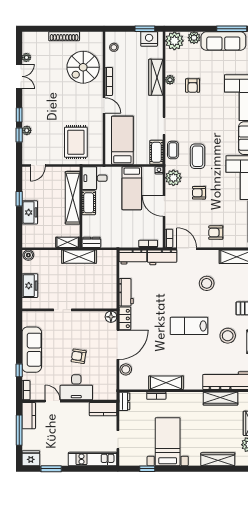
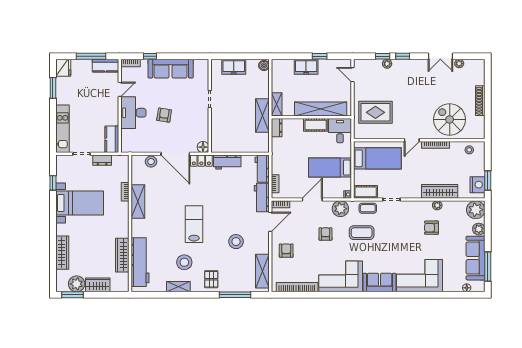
dresser: (124, 401) -> (102, 160), moved

